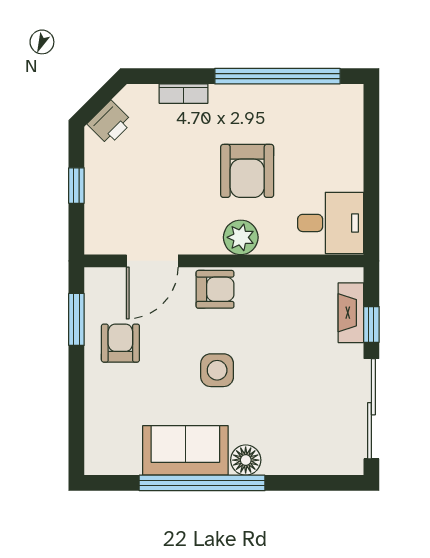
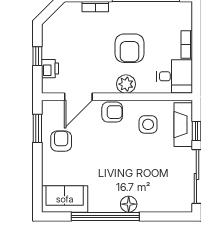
printer: (110, 123) -> (50, 69), moved, turned -45
bookcase: (353, 164) -> (187, 44), added
fireplace: (351, 313) -> (183, 125), width x1.37, depth x1.32
side table: (217, 370) -> (148, 124), moved
sofa: (185, 450) -> (65, 199), moved

